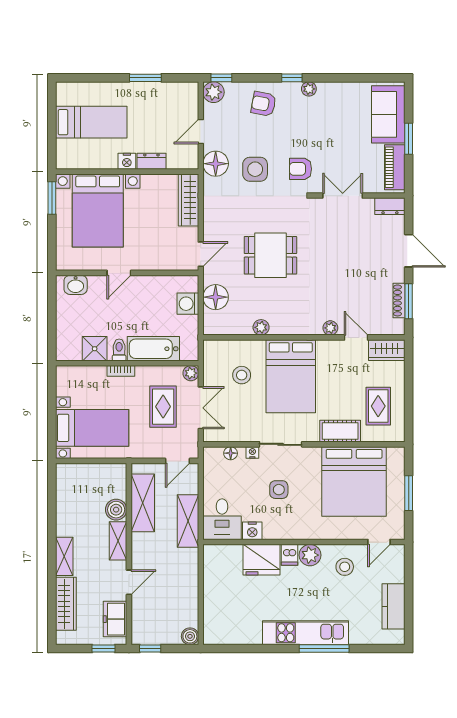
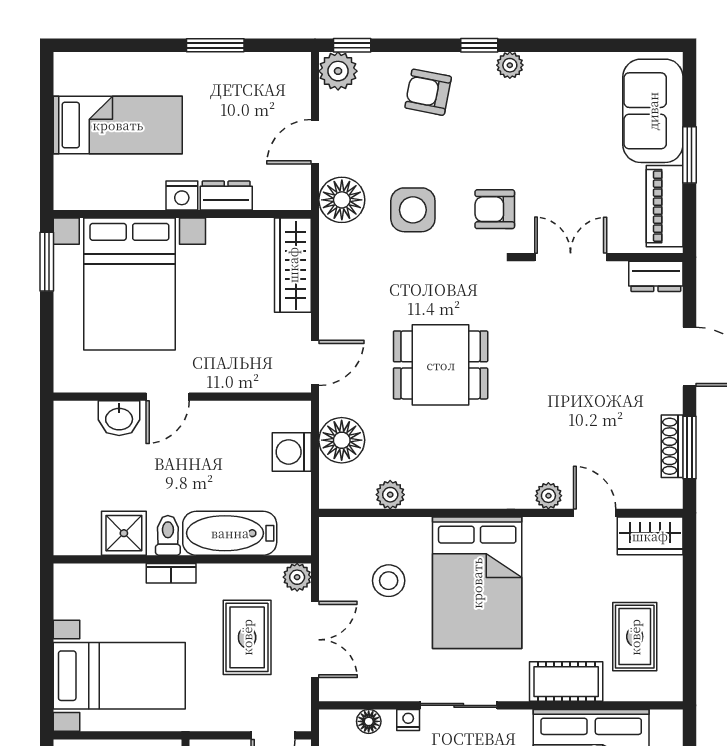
washbasin: (76, 285) -> (119, 418), moved
plant: (261, 327) -> (390, 495), moved

